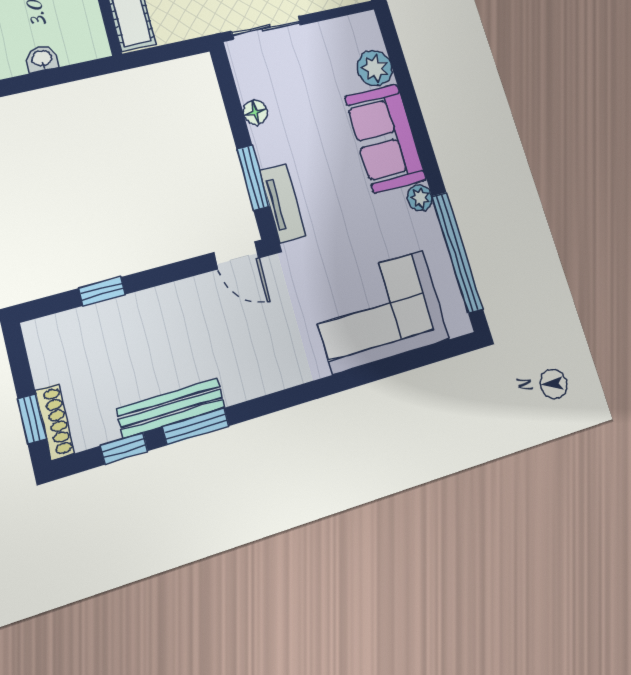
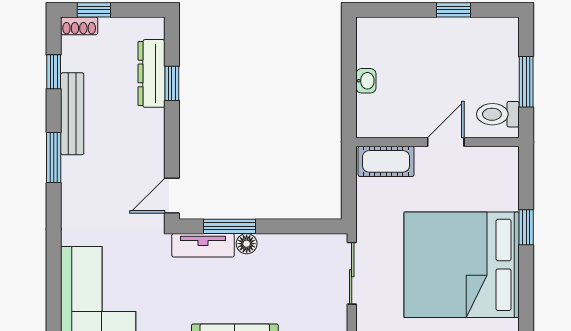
floor lamp: (255, 112) -> (247, 244), moved
dresser: (96, 320) -> (151, 73), added
shoe rack: (55, 422) -> (79, 26), width x0.70
window: (196, 426) -> (54, 158), moved

